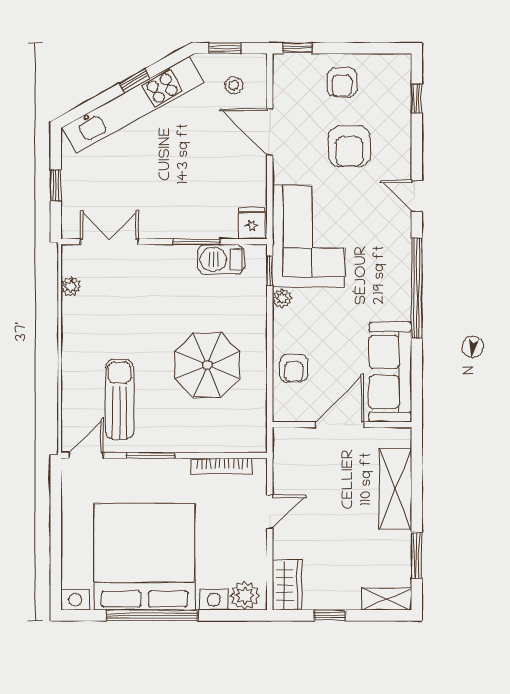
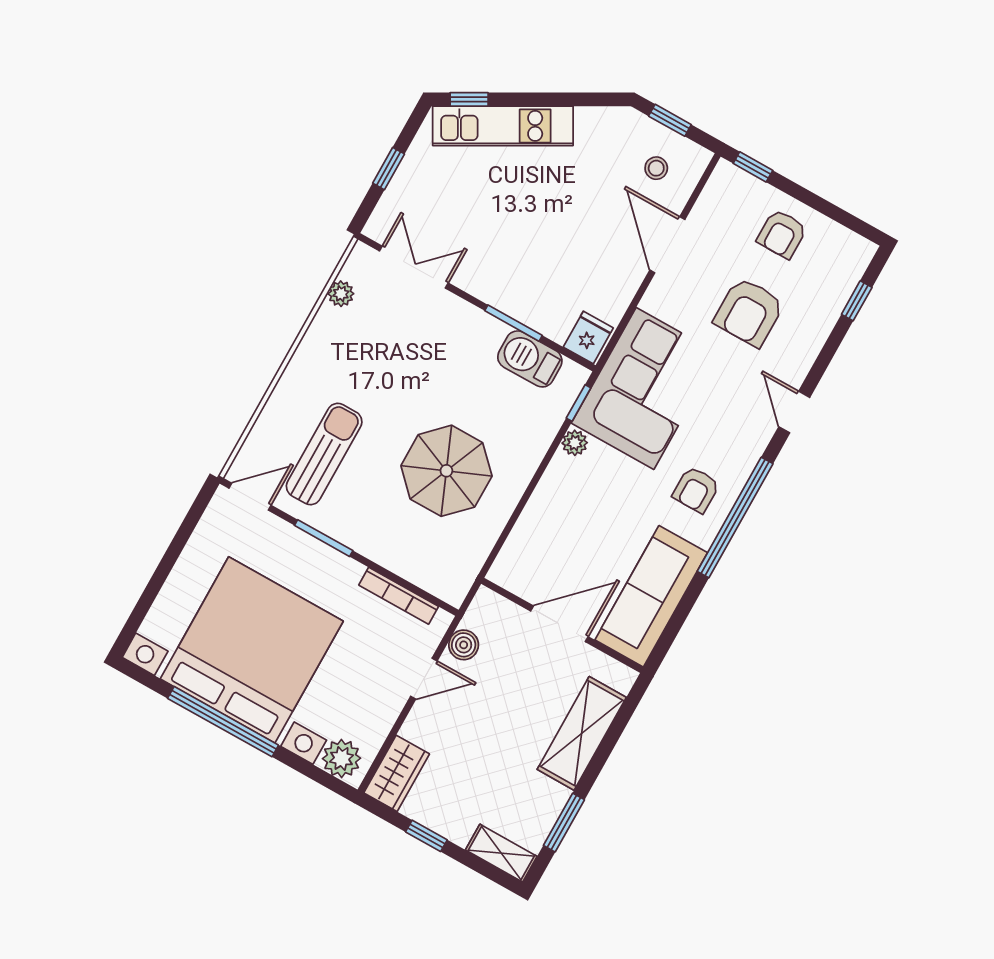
window: (134, 81) -> (469, 99), moved
kitchen unit: (133, 105) -> (503, 126), width x0.73
armchair: (294, 368) -> (696, 490), moved
boiler: (284, 474) -> (464, 645), added

